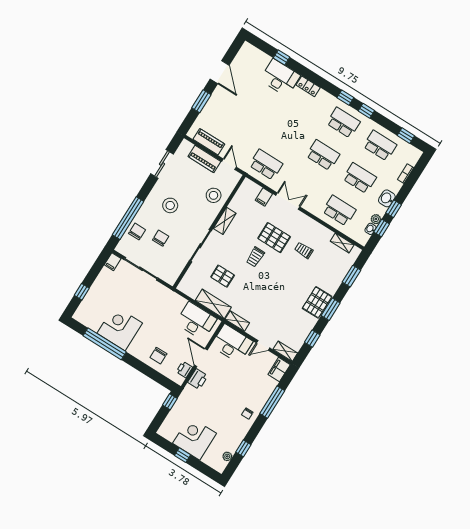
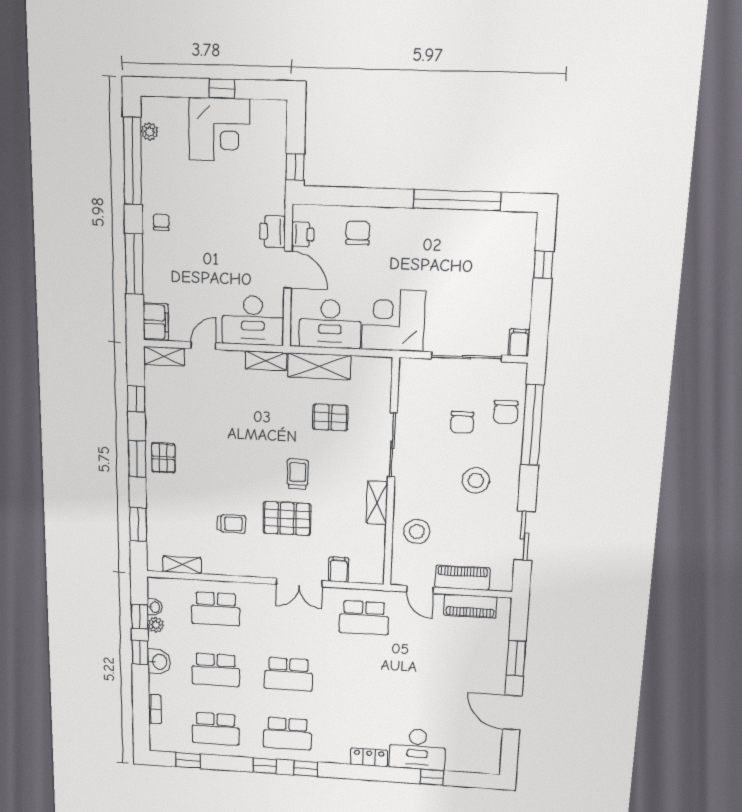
pallet: (317, 302) -> (163, 458), width x0.67, depth x0.71
corner desk: (120, 328) -> (393, 320), moved, turned 180
window: (243, 448) -> (133, 161), width x3.17

